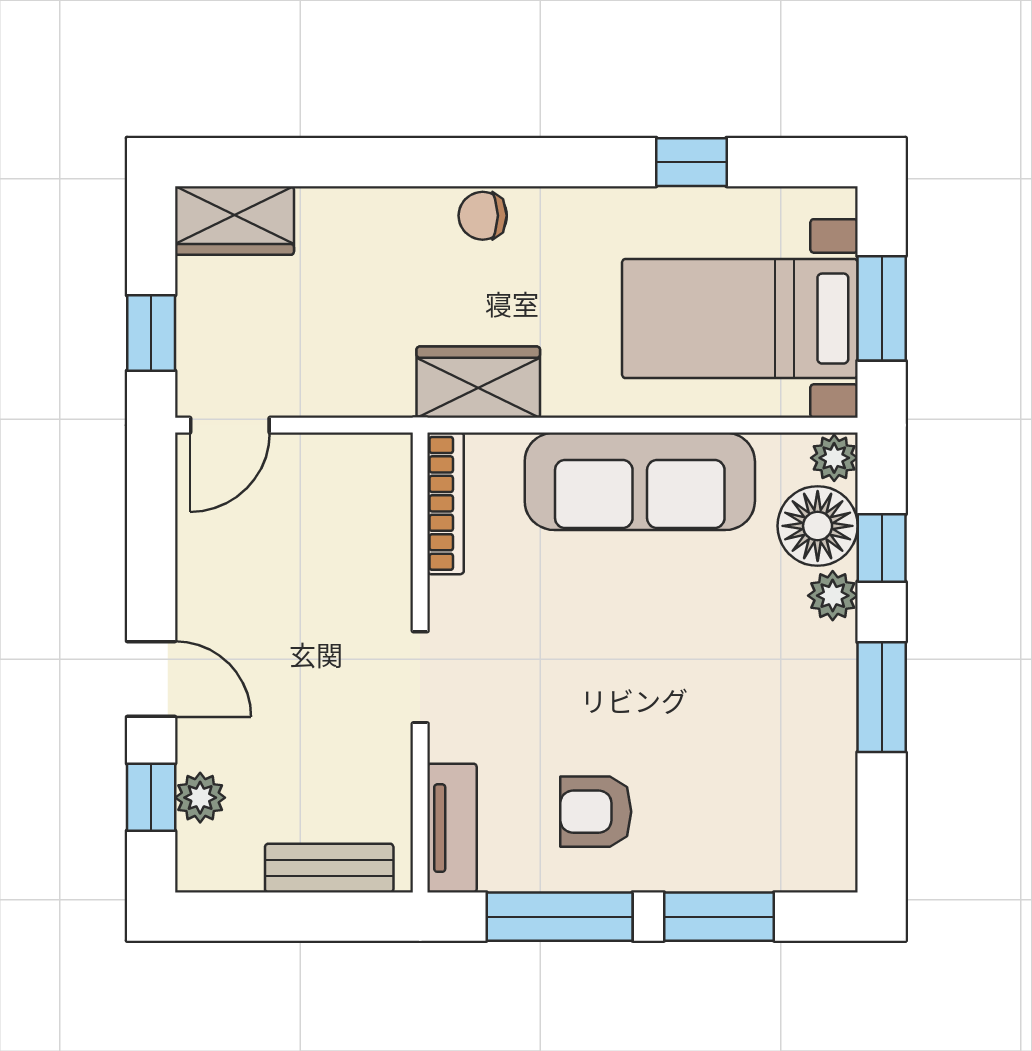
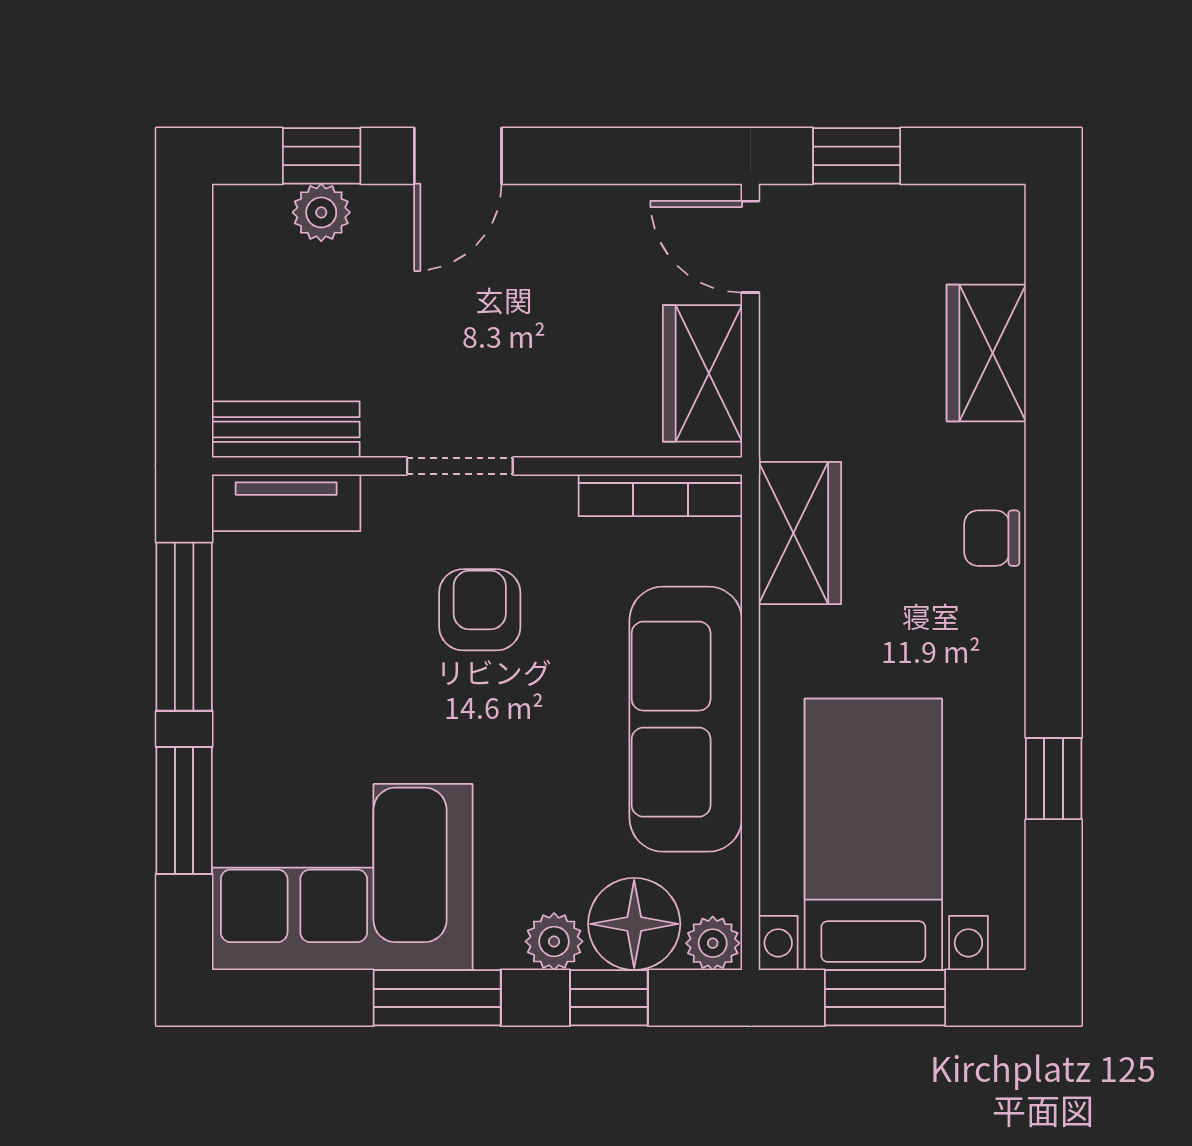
chair: (483, 216) -> (992, 538), turned -90
wardrobe: (234, 221) -> (986, 353), moved
wardrobe: (340, 467) -> (702, 373), added
corner sofa: (777, 779) -> (342, 877), added
armchair: (596, 812) -> (480, 610), moved
bench: (329, 868) -> (286, 430), moved, turned 90

